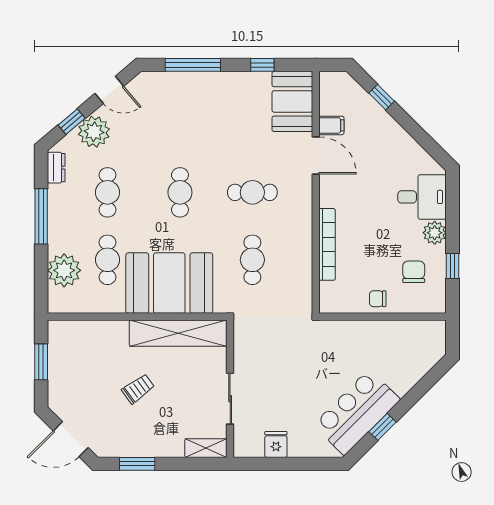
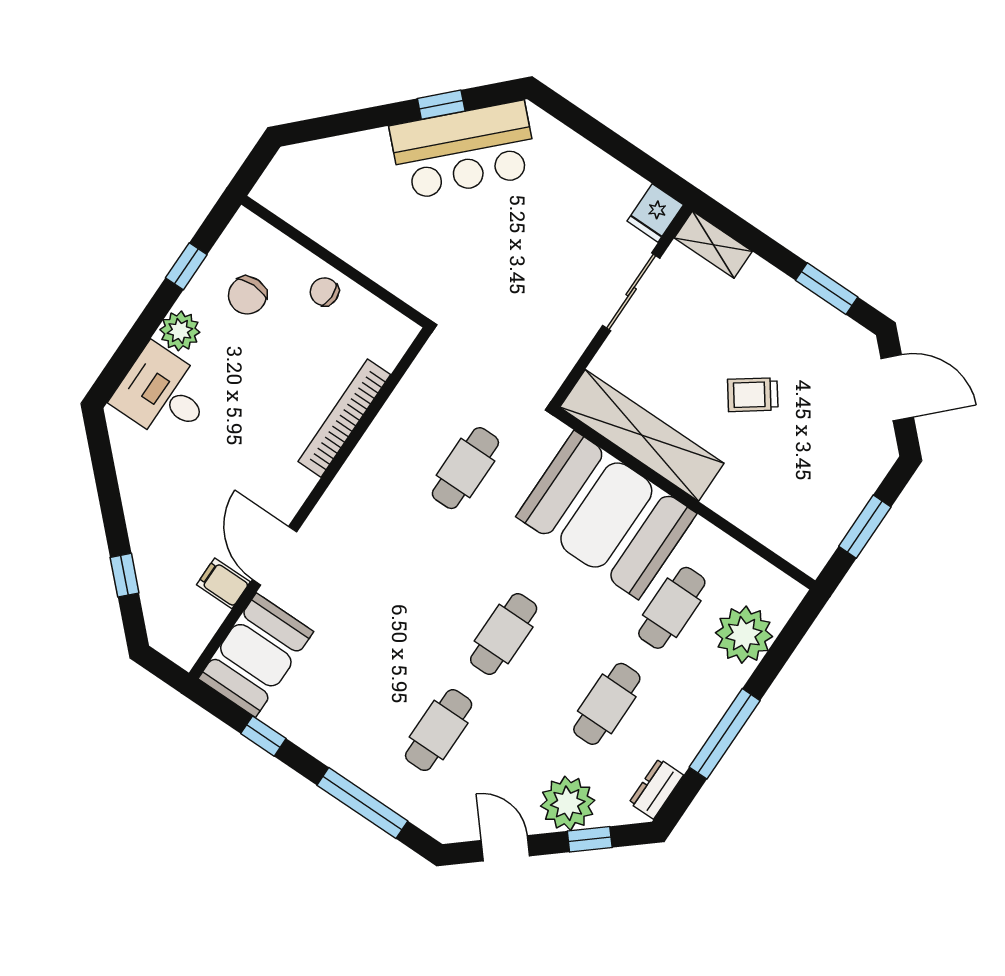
cafe table: (252, 192) -> (439, 730), moved, turned 90
chair: (378, 299) -> (324, 292), turned 180
fridge: (276, 444) -> (655, 213), moved

